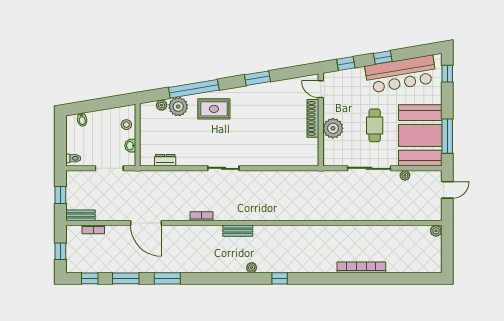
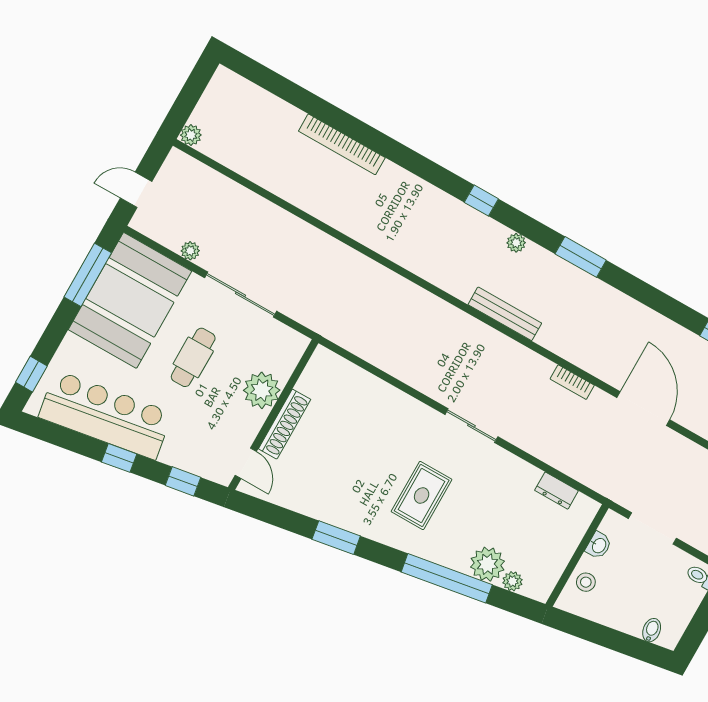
rug: (214, 109) -> (422, 495), moved, turned 90
bookcase: (201, 216) -> (572, 382), moved
bench: (238, 231) -> (505, 314), width x1.36
window: (167, 278) -> (581, 257), moved

